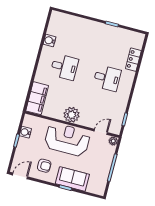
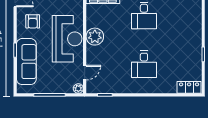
locker: (133, 60) -> (189, 87), moved
door: (101, 132) -> (85, 73), hinge flipped
sofa: (72, 179) -> (26, 62), width x1.36

